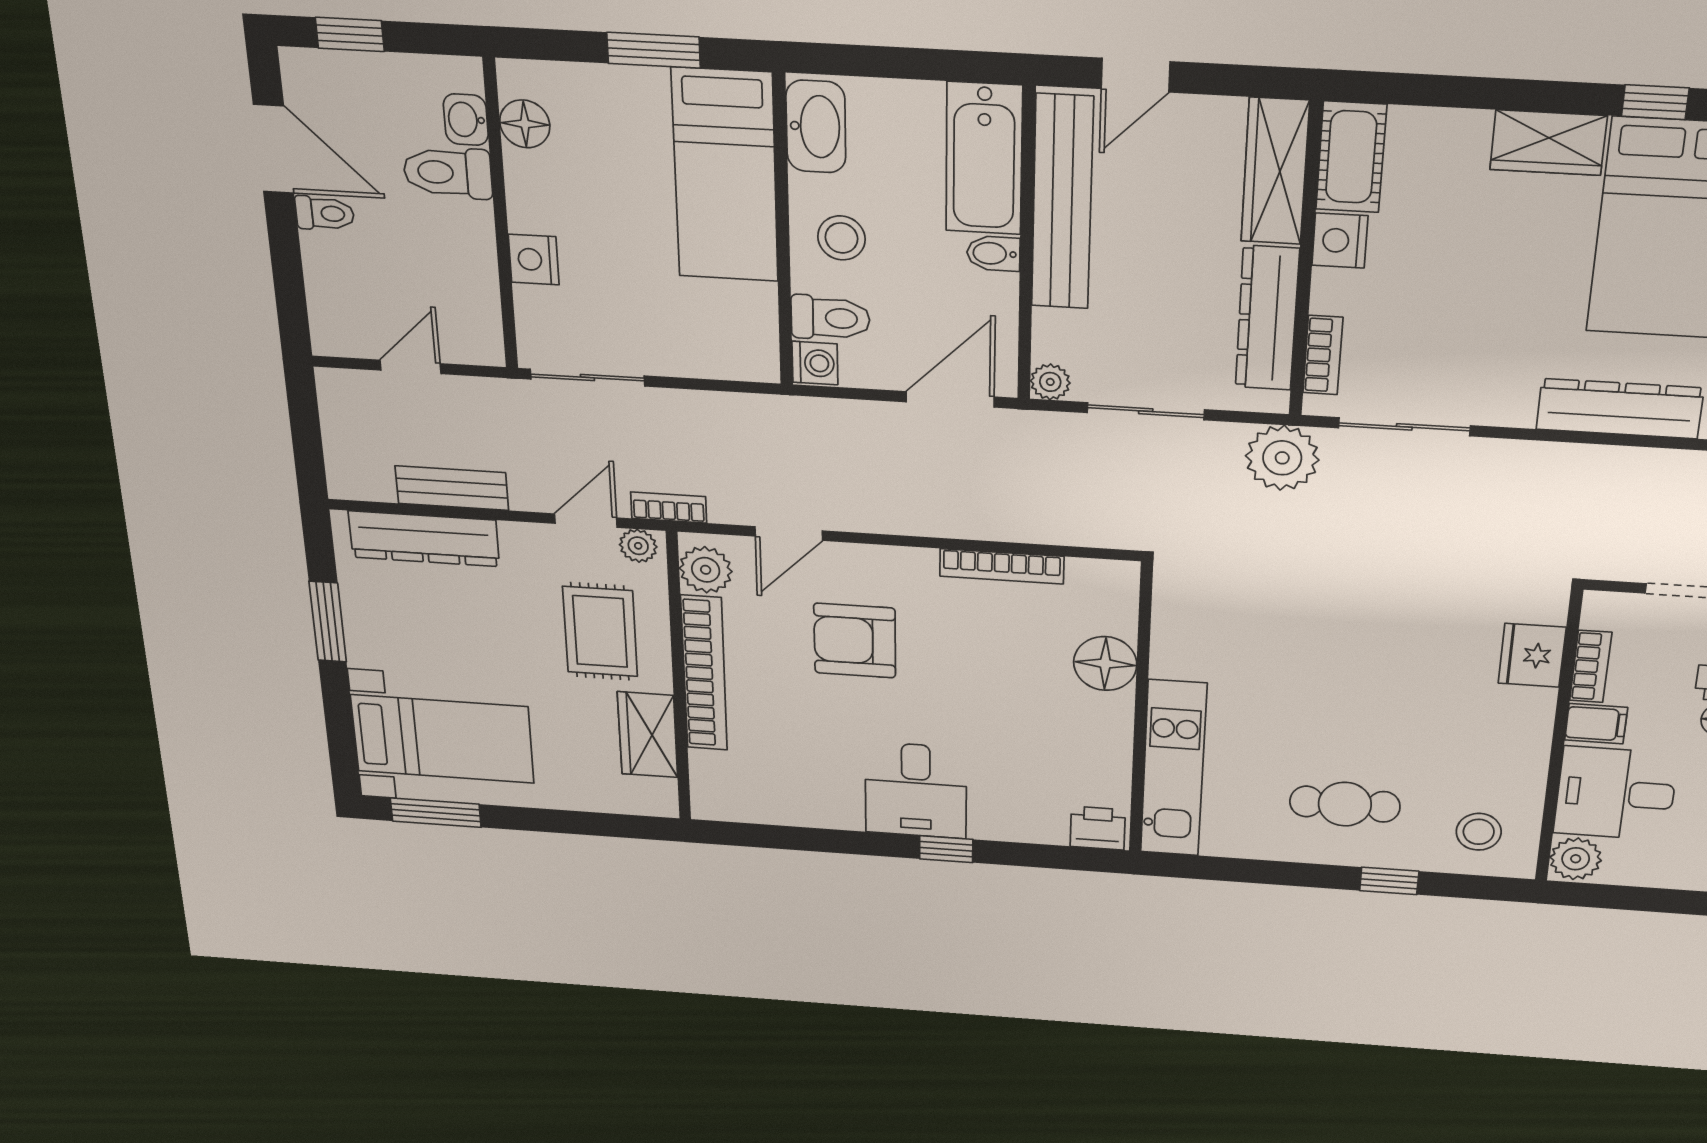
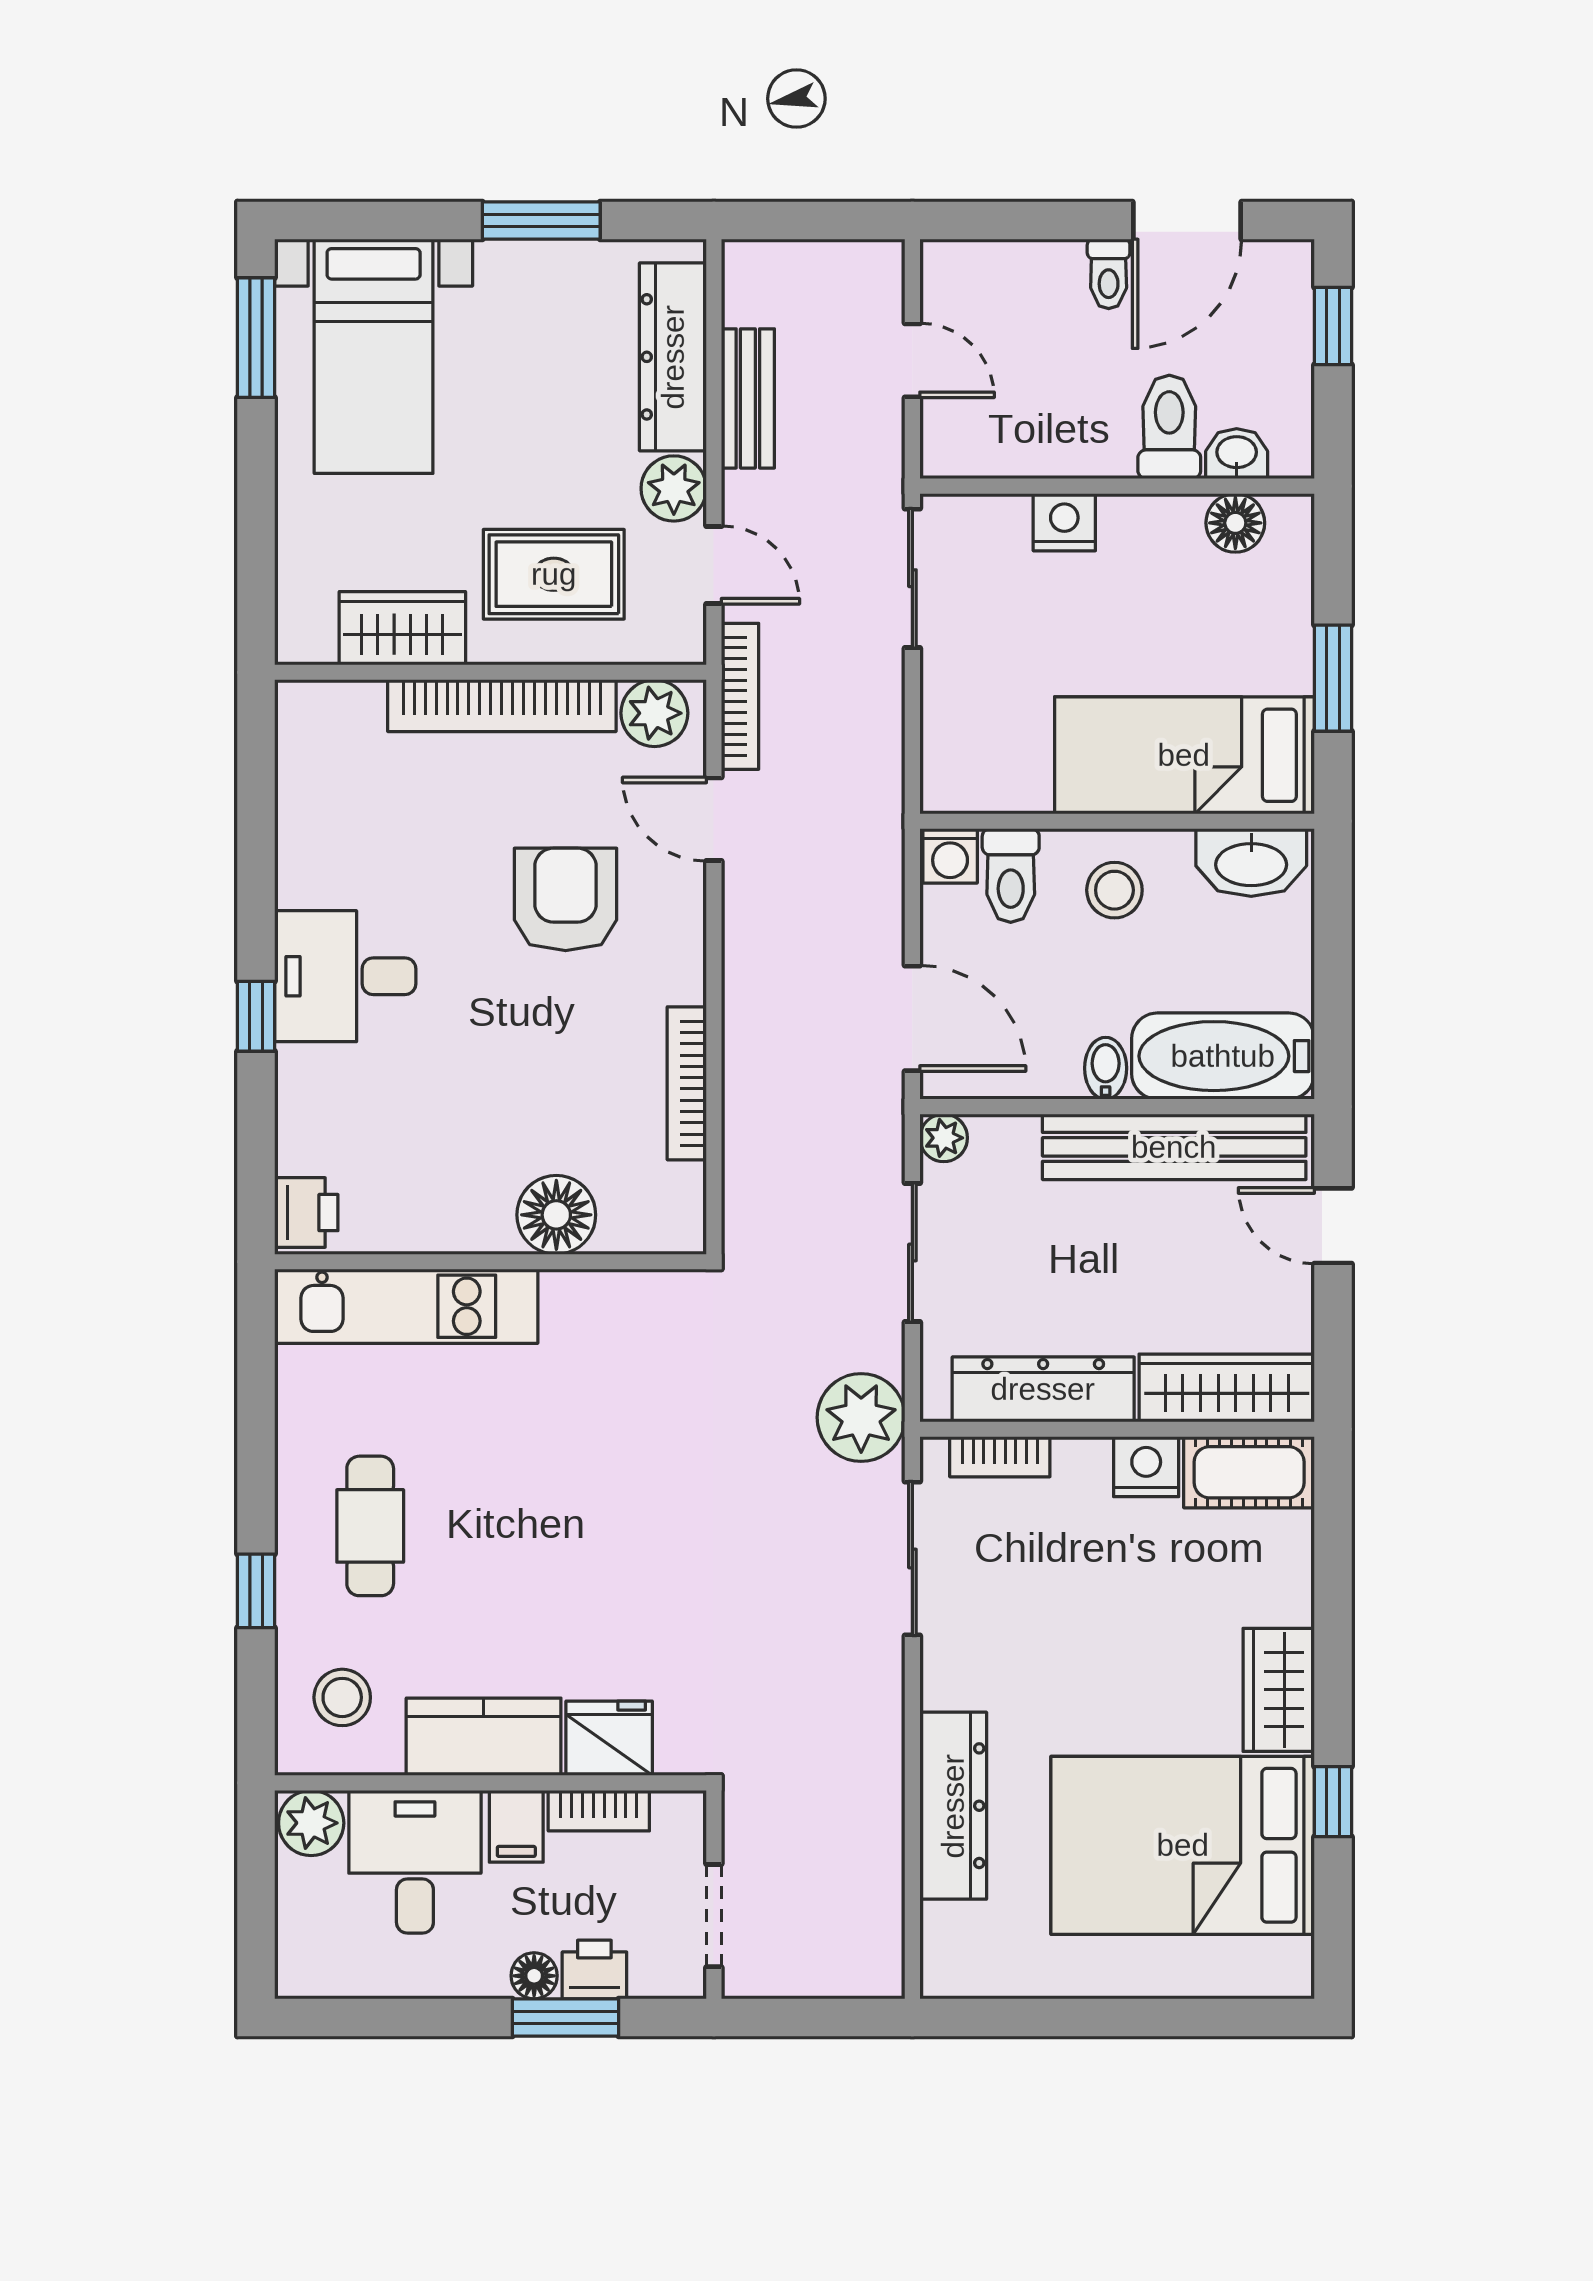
bookcase: (669, 507) -> (740, 696), width x1.56
plant: (638, 546) -> (674, 488), moved, width x1.38, depth x1.38
kitchen counter: (1521, 741) -> (484, 1737), added

